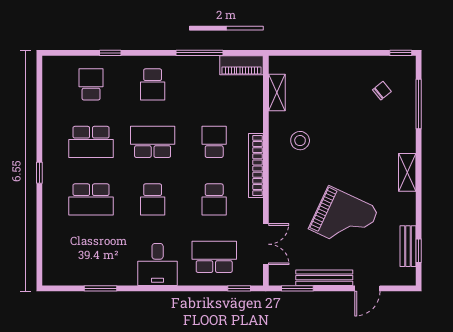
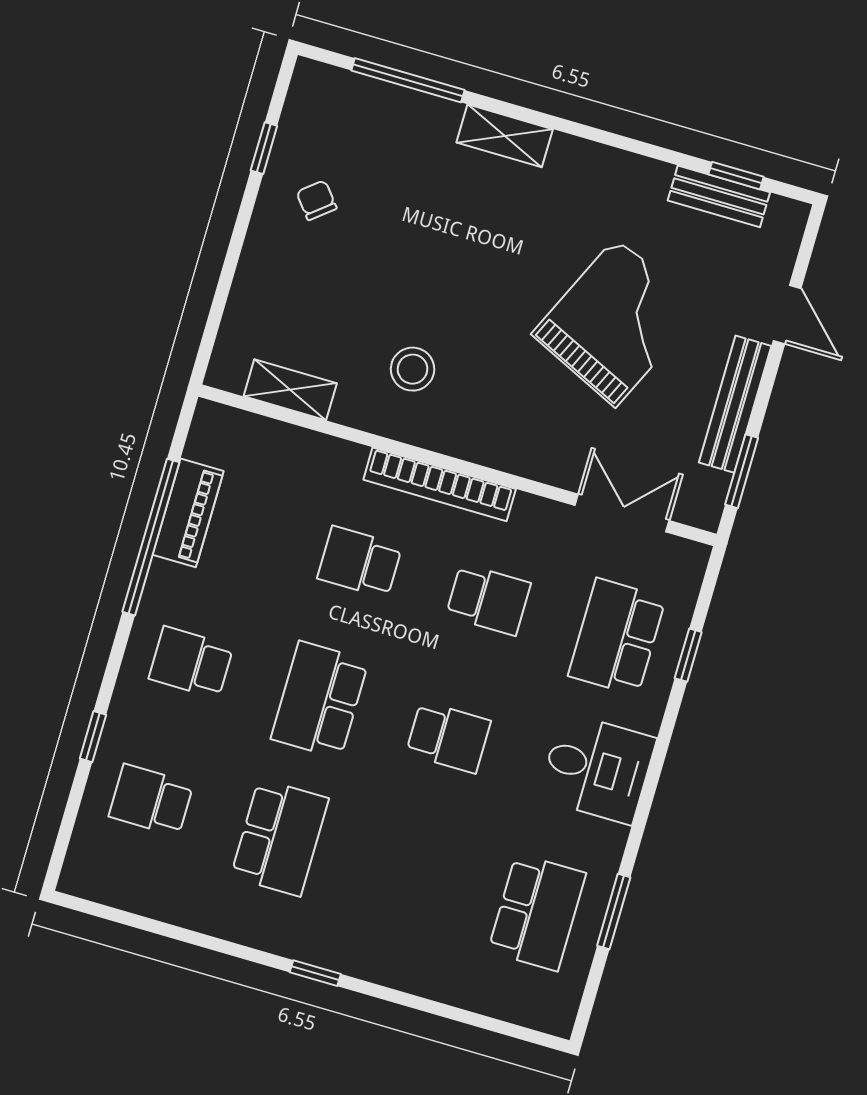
window: (199, 53) -> (151, 537), width x1.46
window: (401, 53) -> (264, 148), moved
piano: (241, 65) -> (188, 513), moved
school desk: (153, 84) -> (191, 662), turned 180
chair: (382, 91) -> (317, 200), moved
shelving: (407, 172) -> (505, 136), moved
school desk: (91, 199) -> (537, 912), moved
window: (239, 288) -> (688, 655), moved

